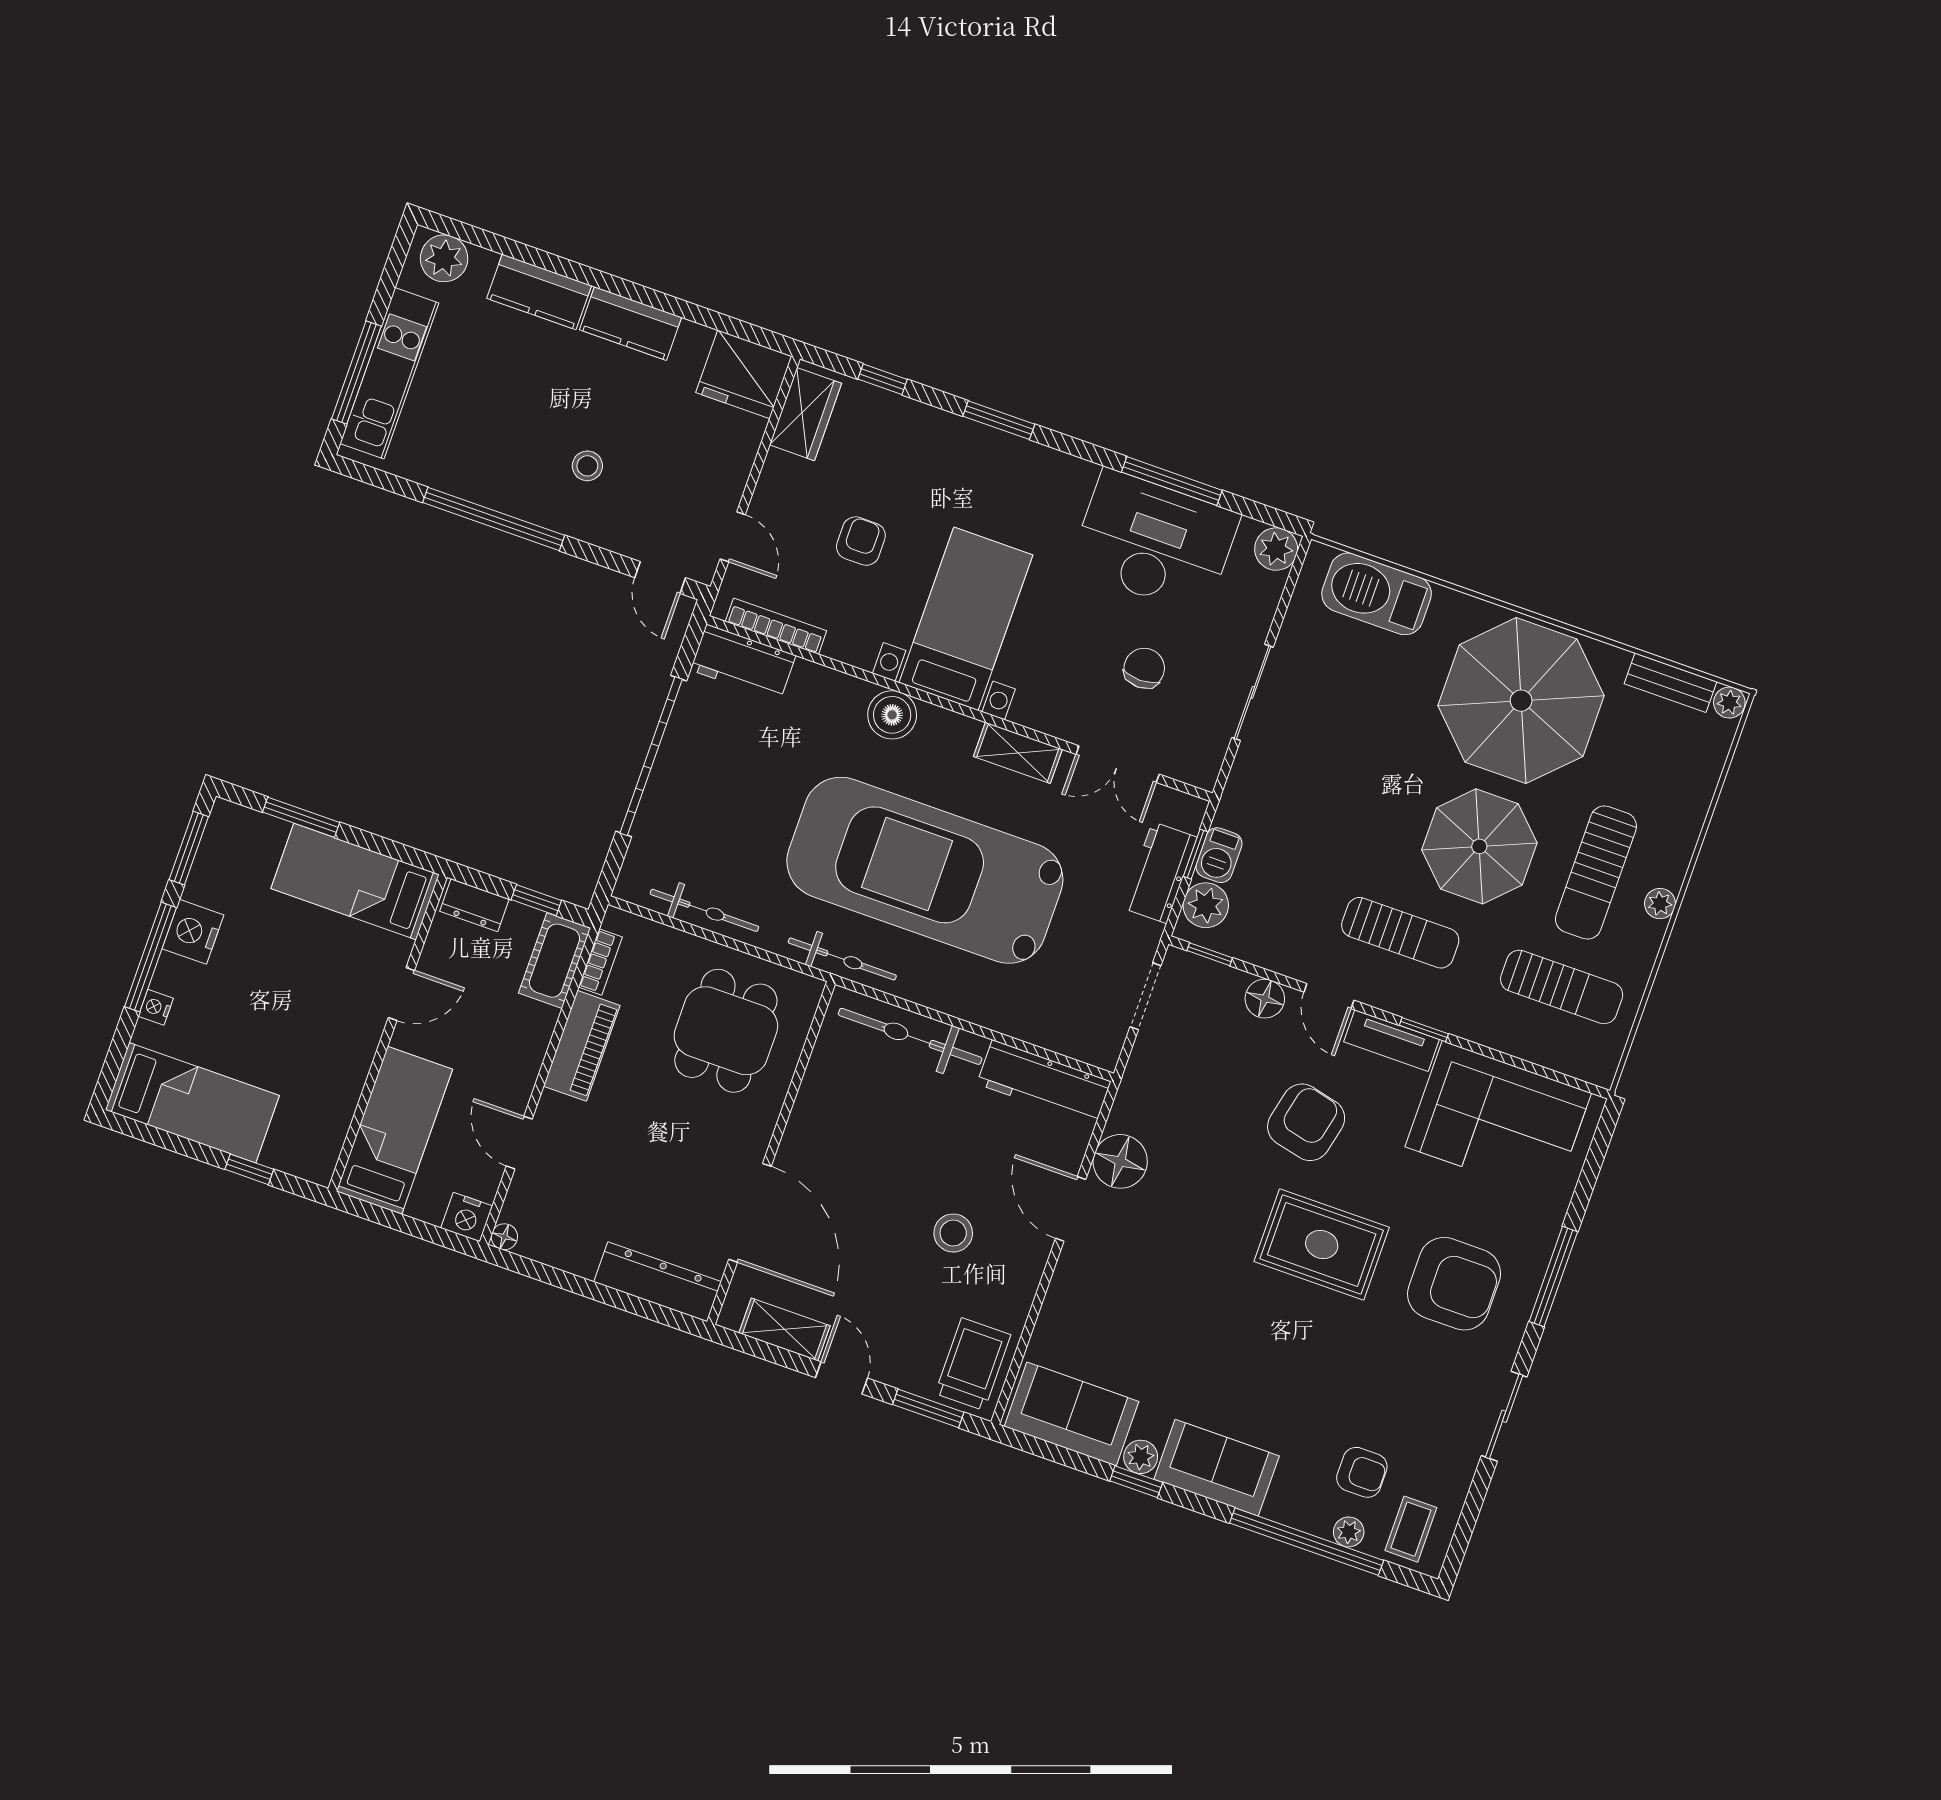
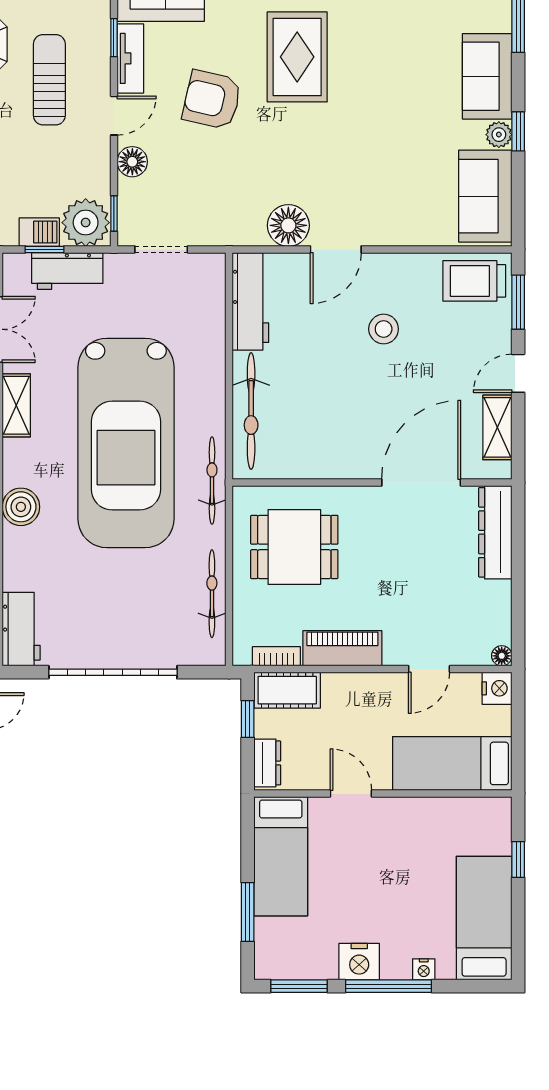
plant: (1206, 905) -> (86, 223), width x1.36, depth x1.36

